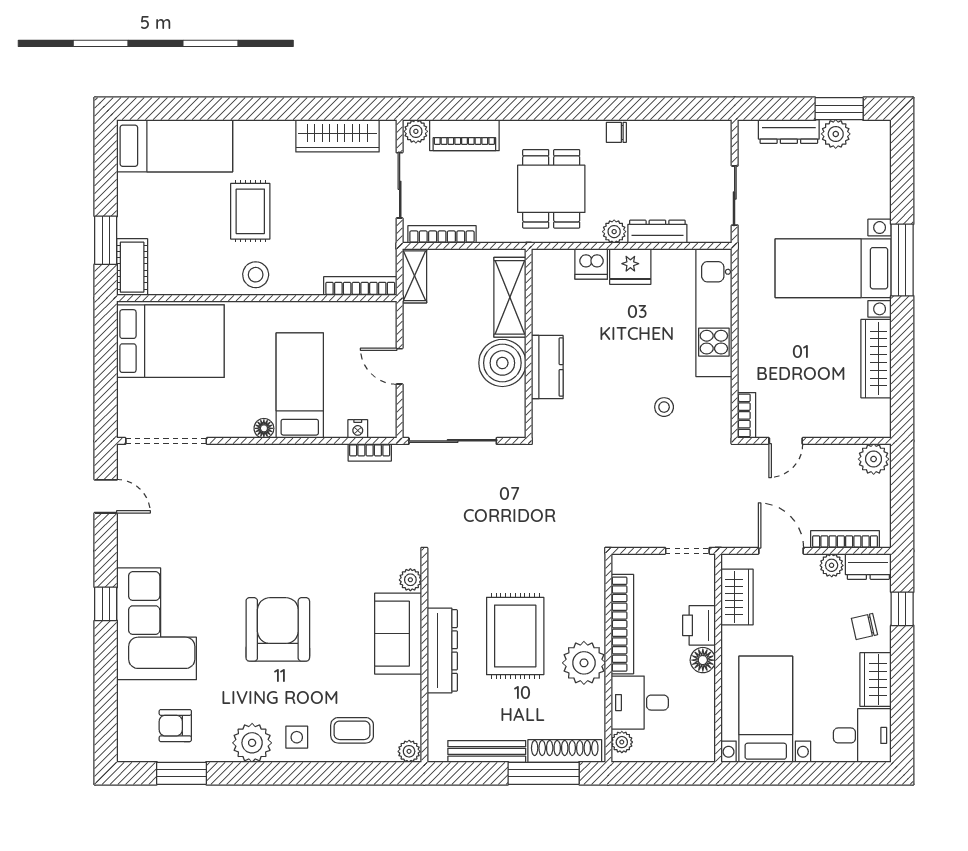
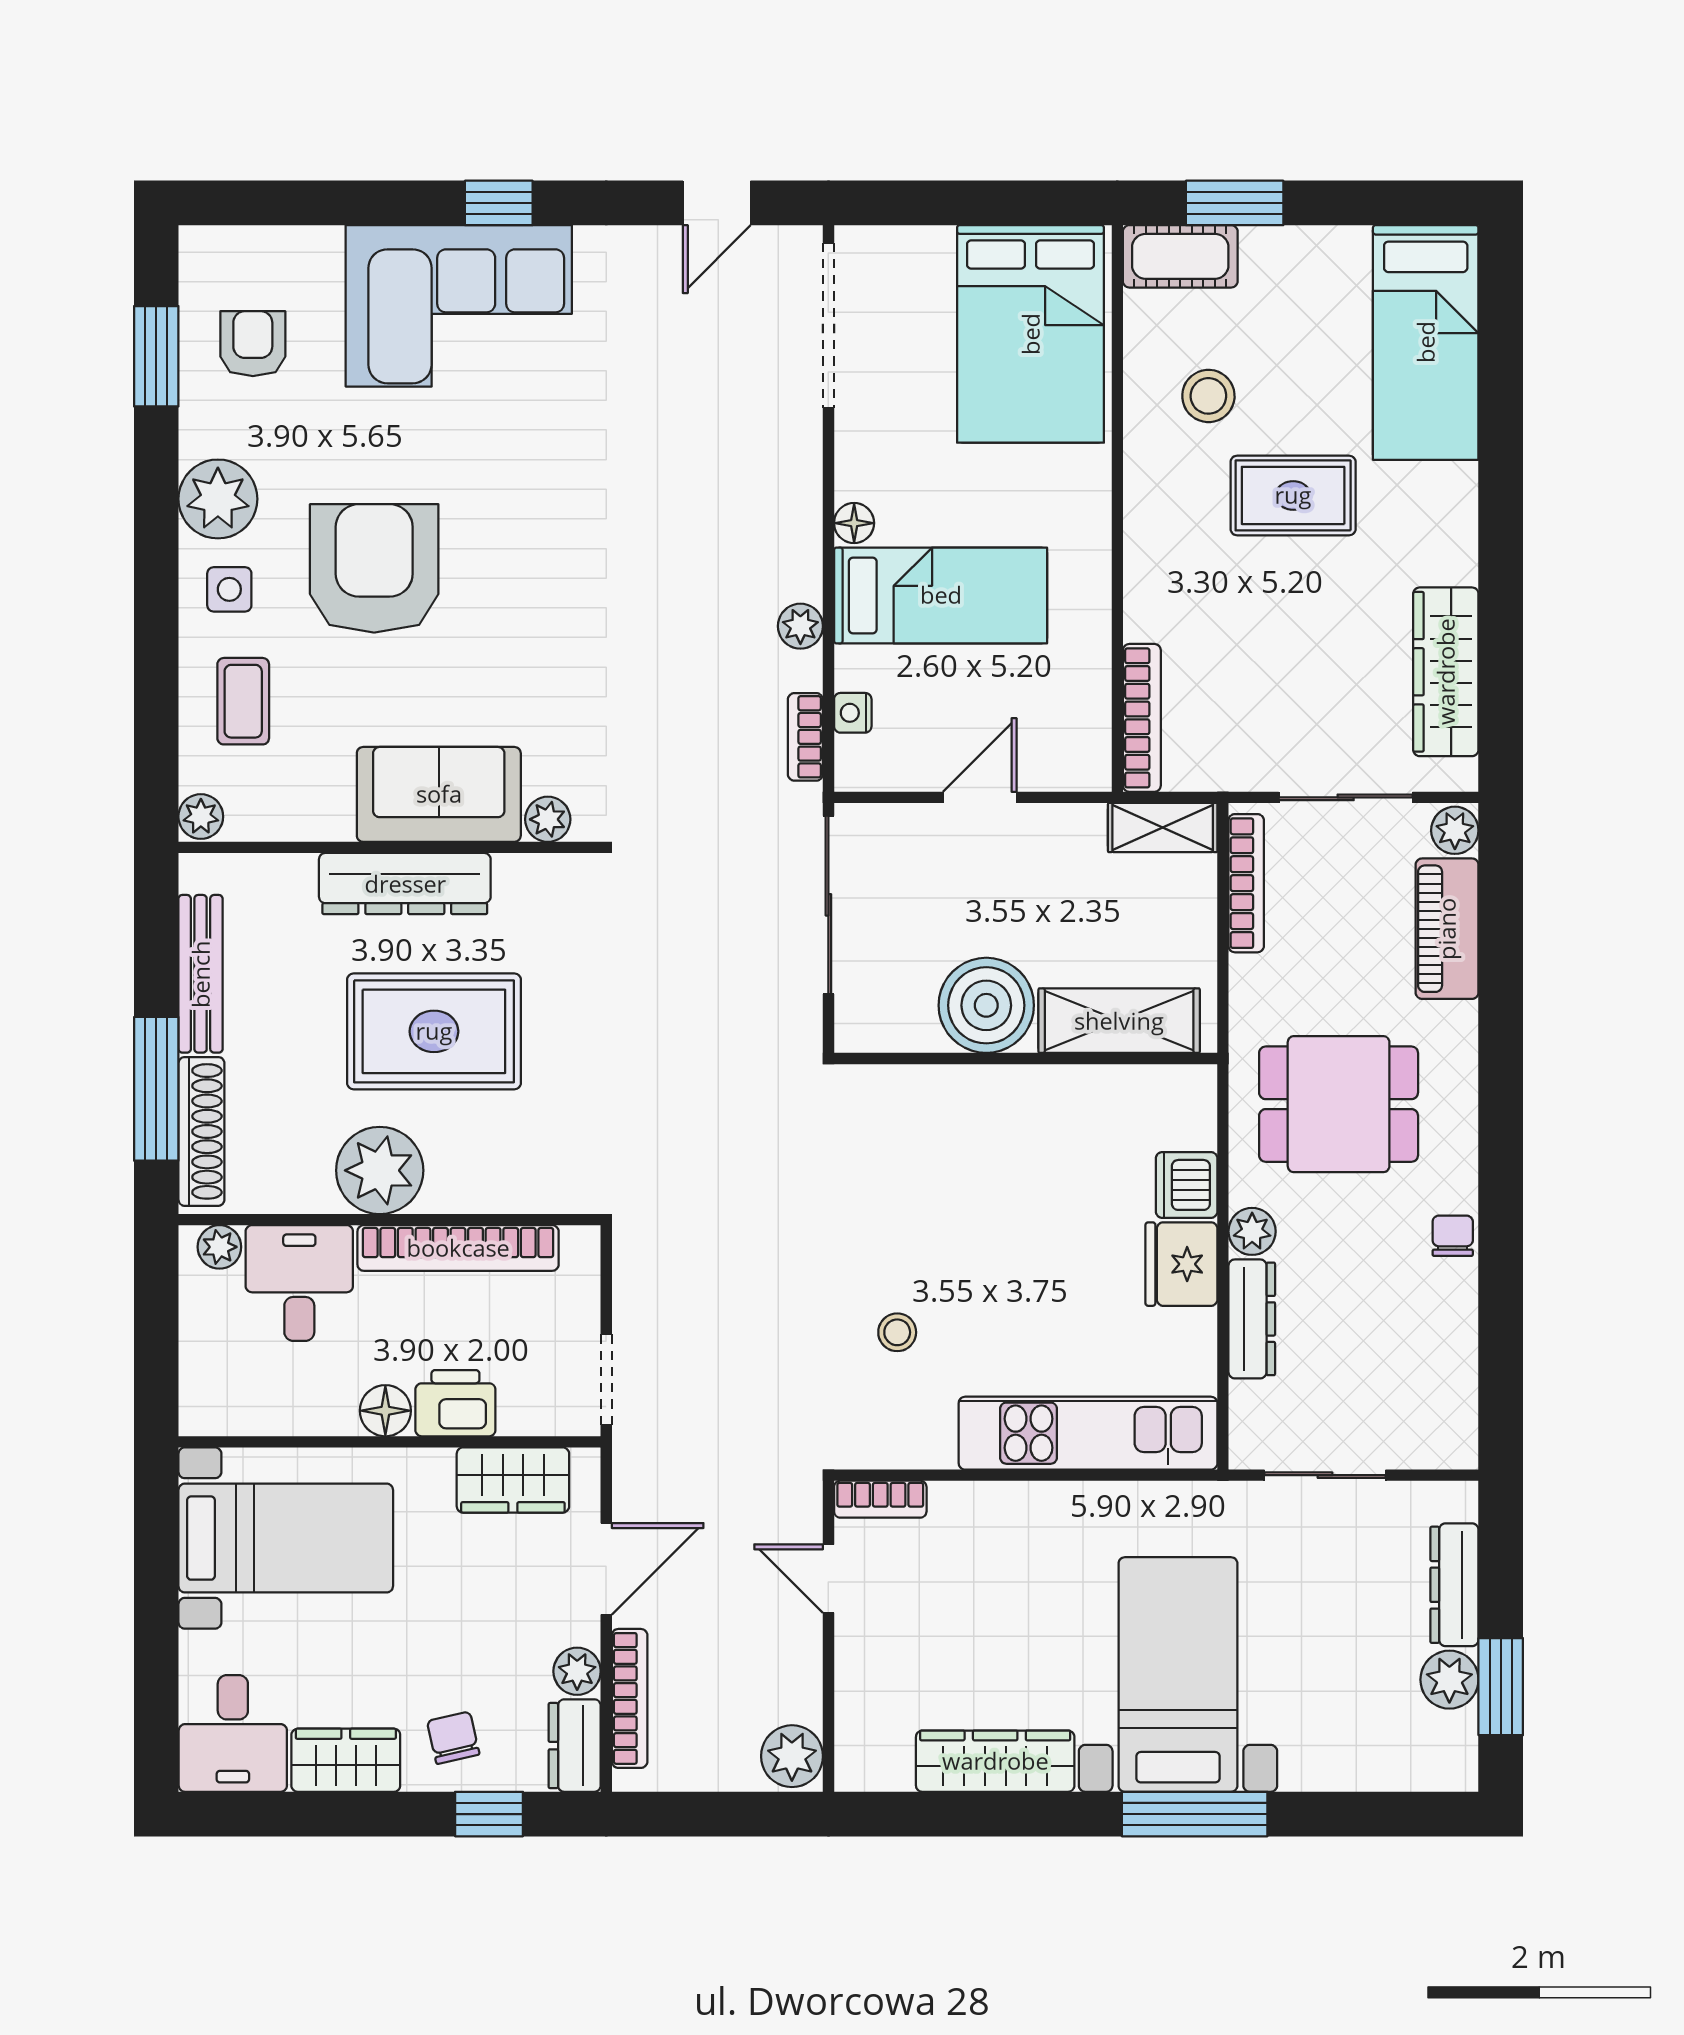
stool: (256, 275) -> (1208, 396), moved
kitchen counter: (547, 367) -> (978, 1096), removed
plant: (315, 455) -> (800, 626), added
armchair: (278, 629) -> (374, 568), moved, turned -90

